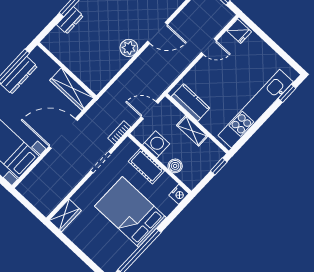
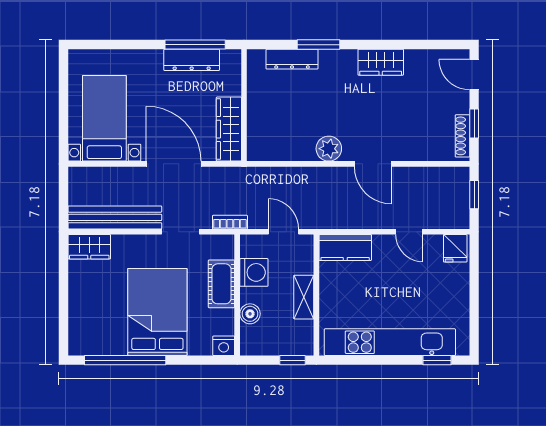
dresser: (70, 20) -> (292, 59), width x1.44
kitchen counter: (191, 102) -> (345, 248), moved, turned 90
bench: (62, 189) -> (115, 217), added

